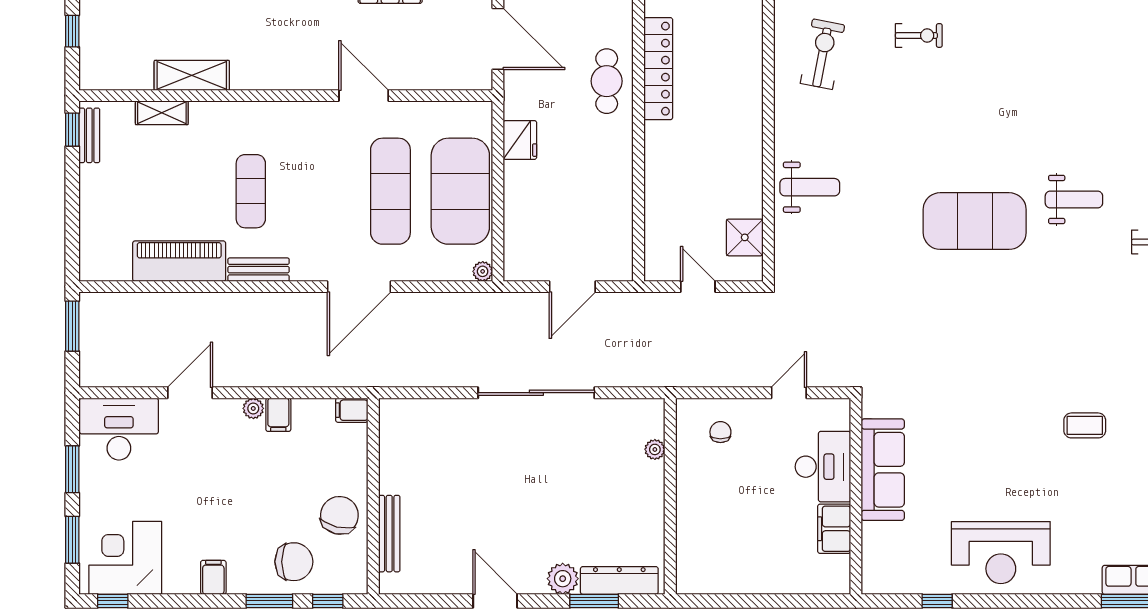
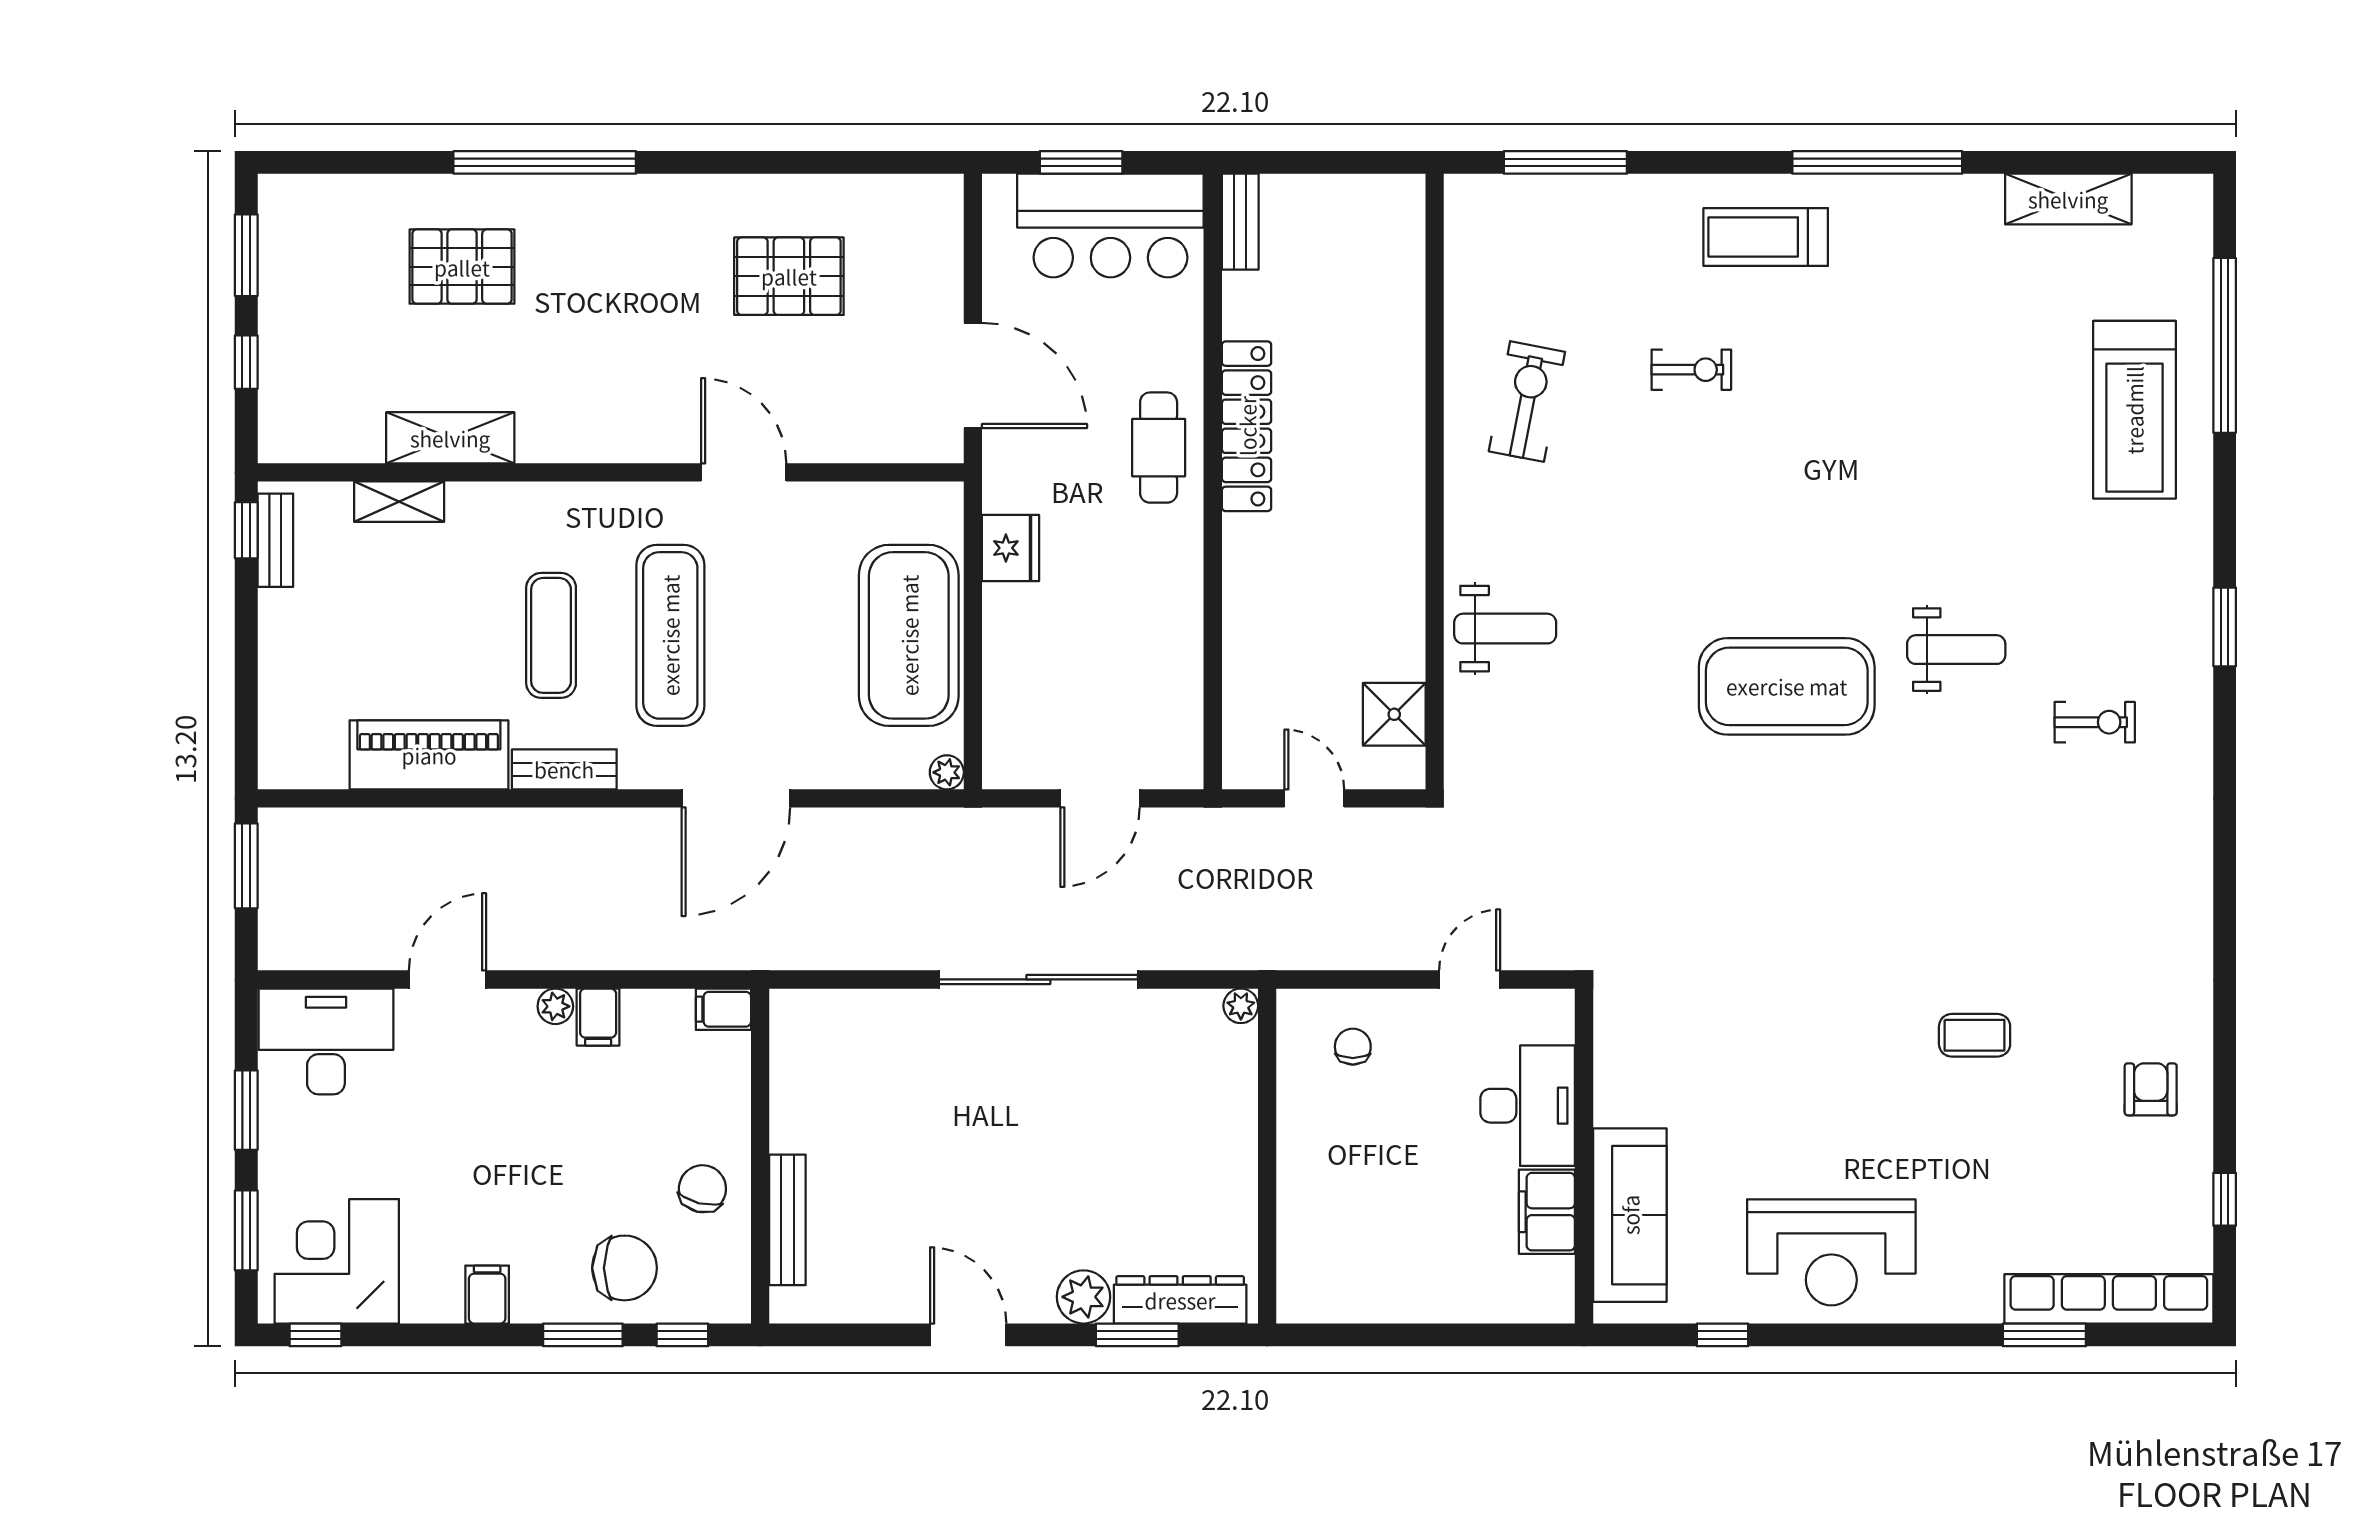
exercise mat: (390, 191) -> (670, 635), moved
plant: (655, 449) -> (1241, 1006), moved
sofa: (883, 470) -> (1630, 1215), moved
chair: (339, 515) -> (702, 1189), width x0.73, depth x0.73

